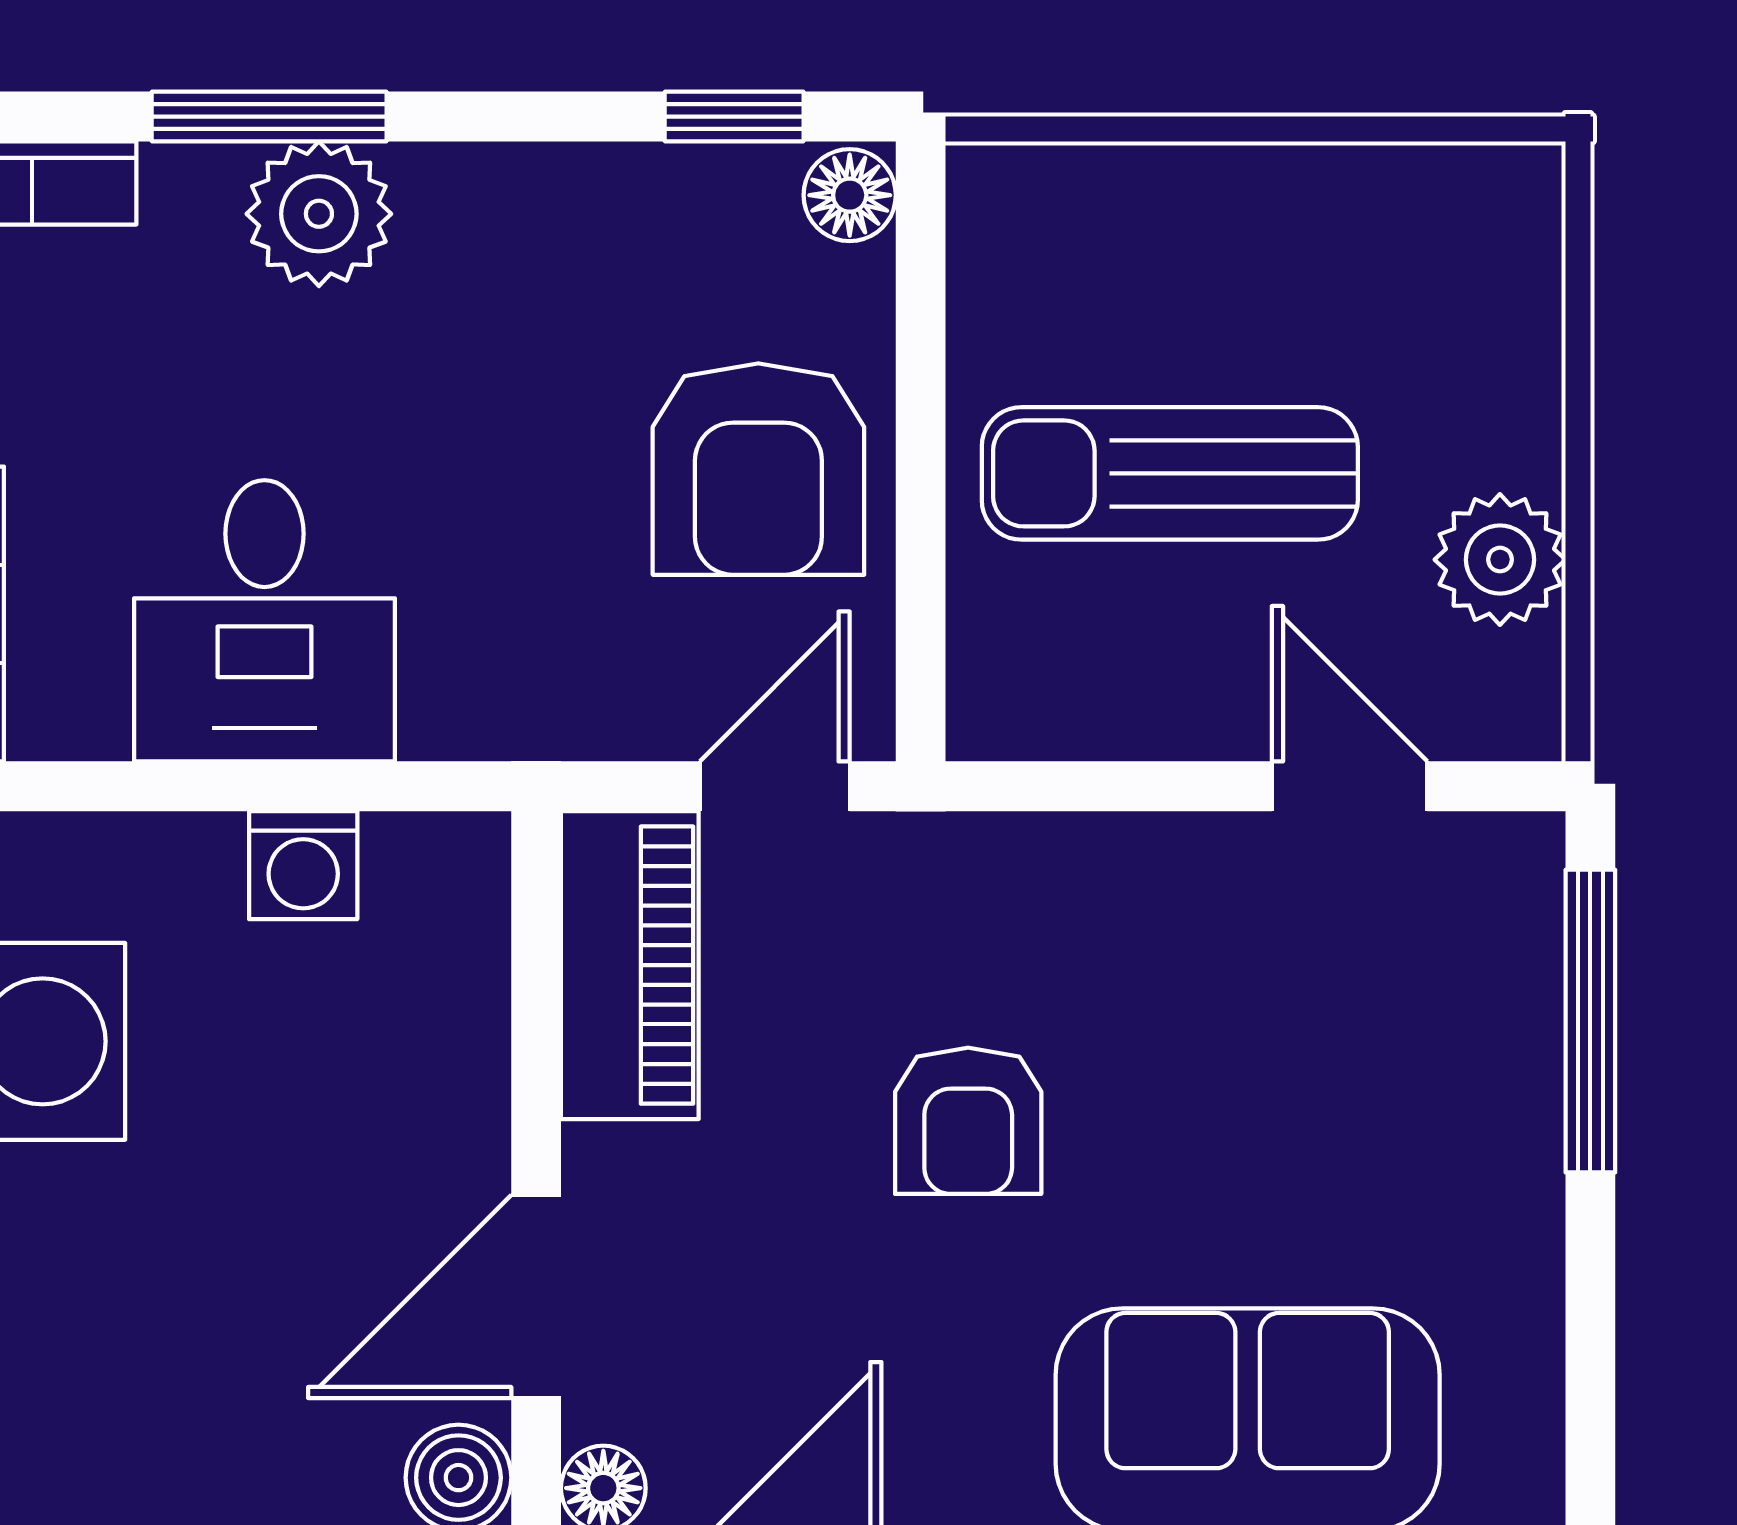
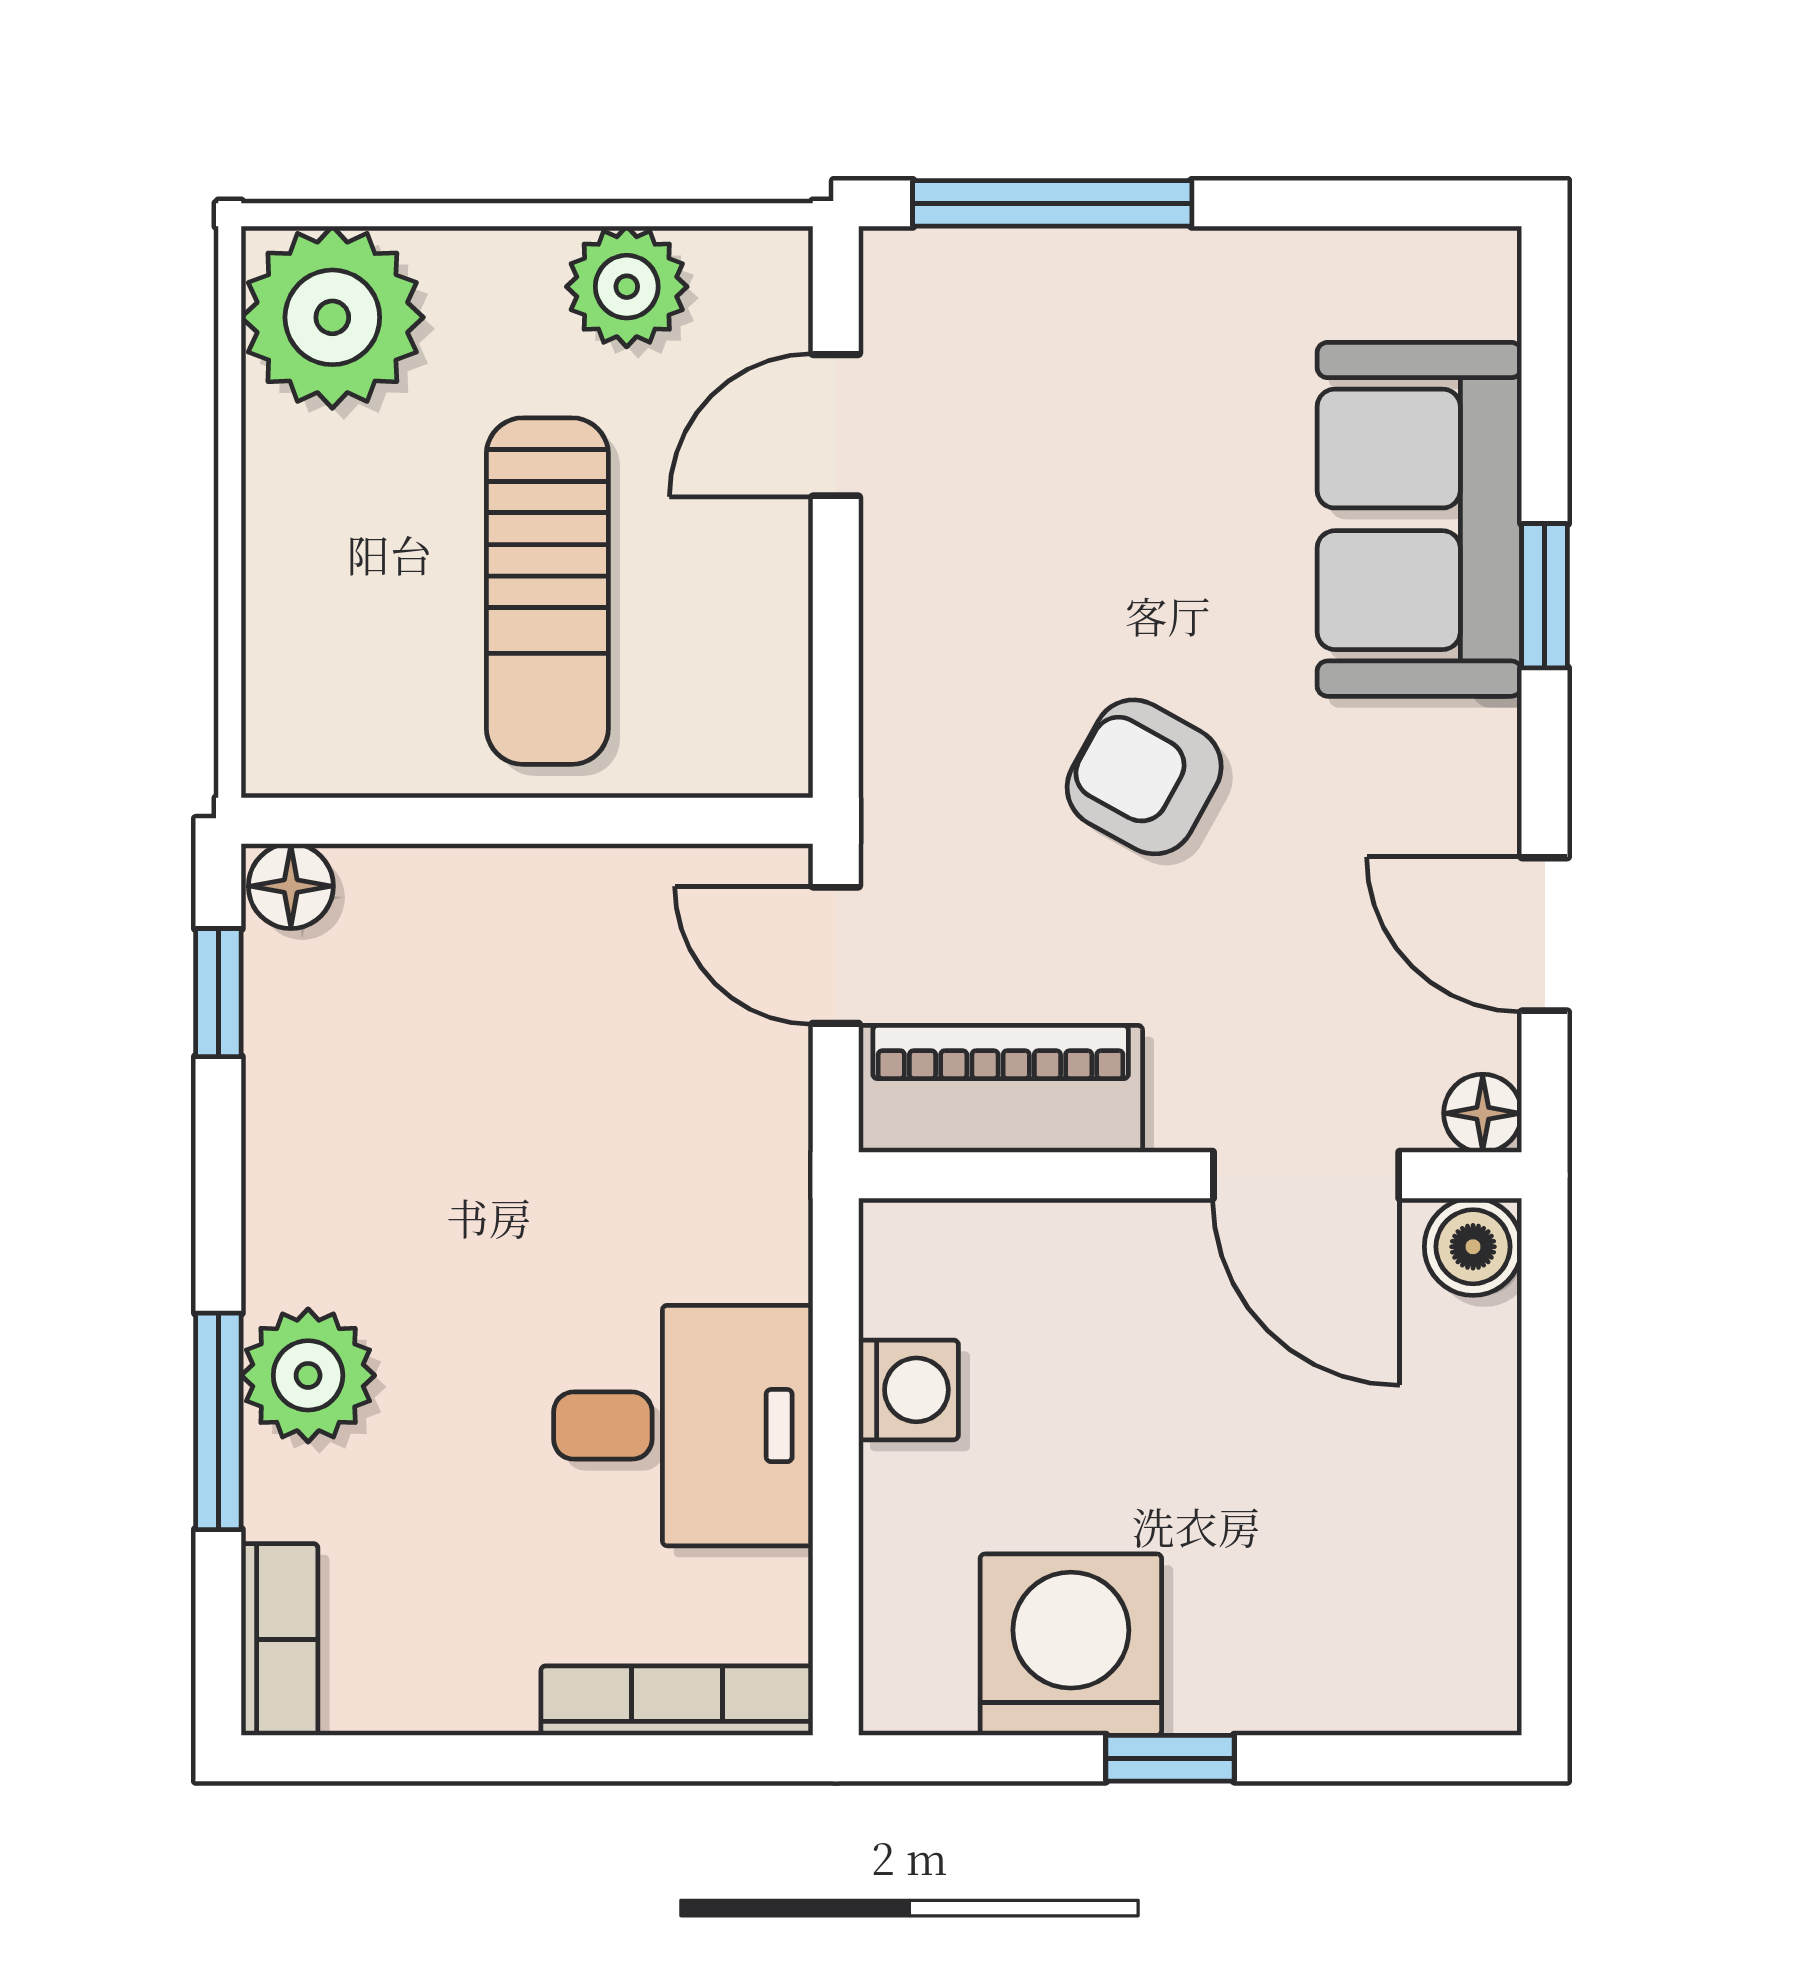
plant: (1467, 240) -> (332, 317), added
armchair: (758, 469) -> (543, 970), removed
armchair: (968, 1121) -> (1144, 777), turned -151

